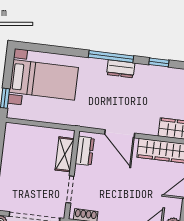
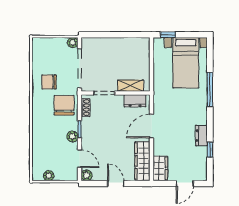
window: (111, 57) -> (210, 90), moved
dresser: (121, 69) -> (201, 136), moved

